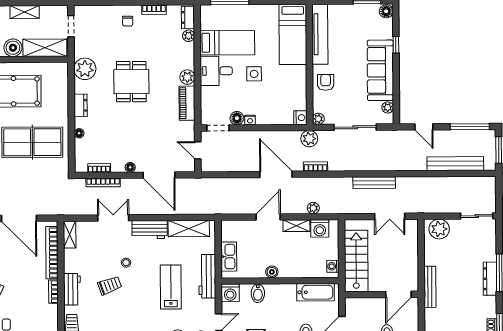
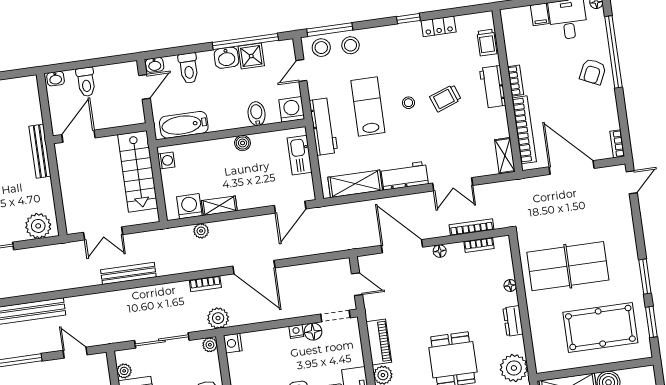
double door: (390, 216) -> (103, 233), swing flipped
door: (268, 217) -> (290, 207), moved
stool: (126, 263) -> (408, 103), moved
lab bench: (171, 287) -> (368, 107), turned 180

